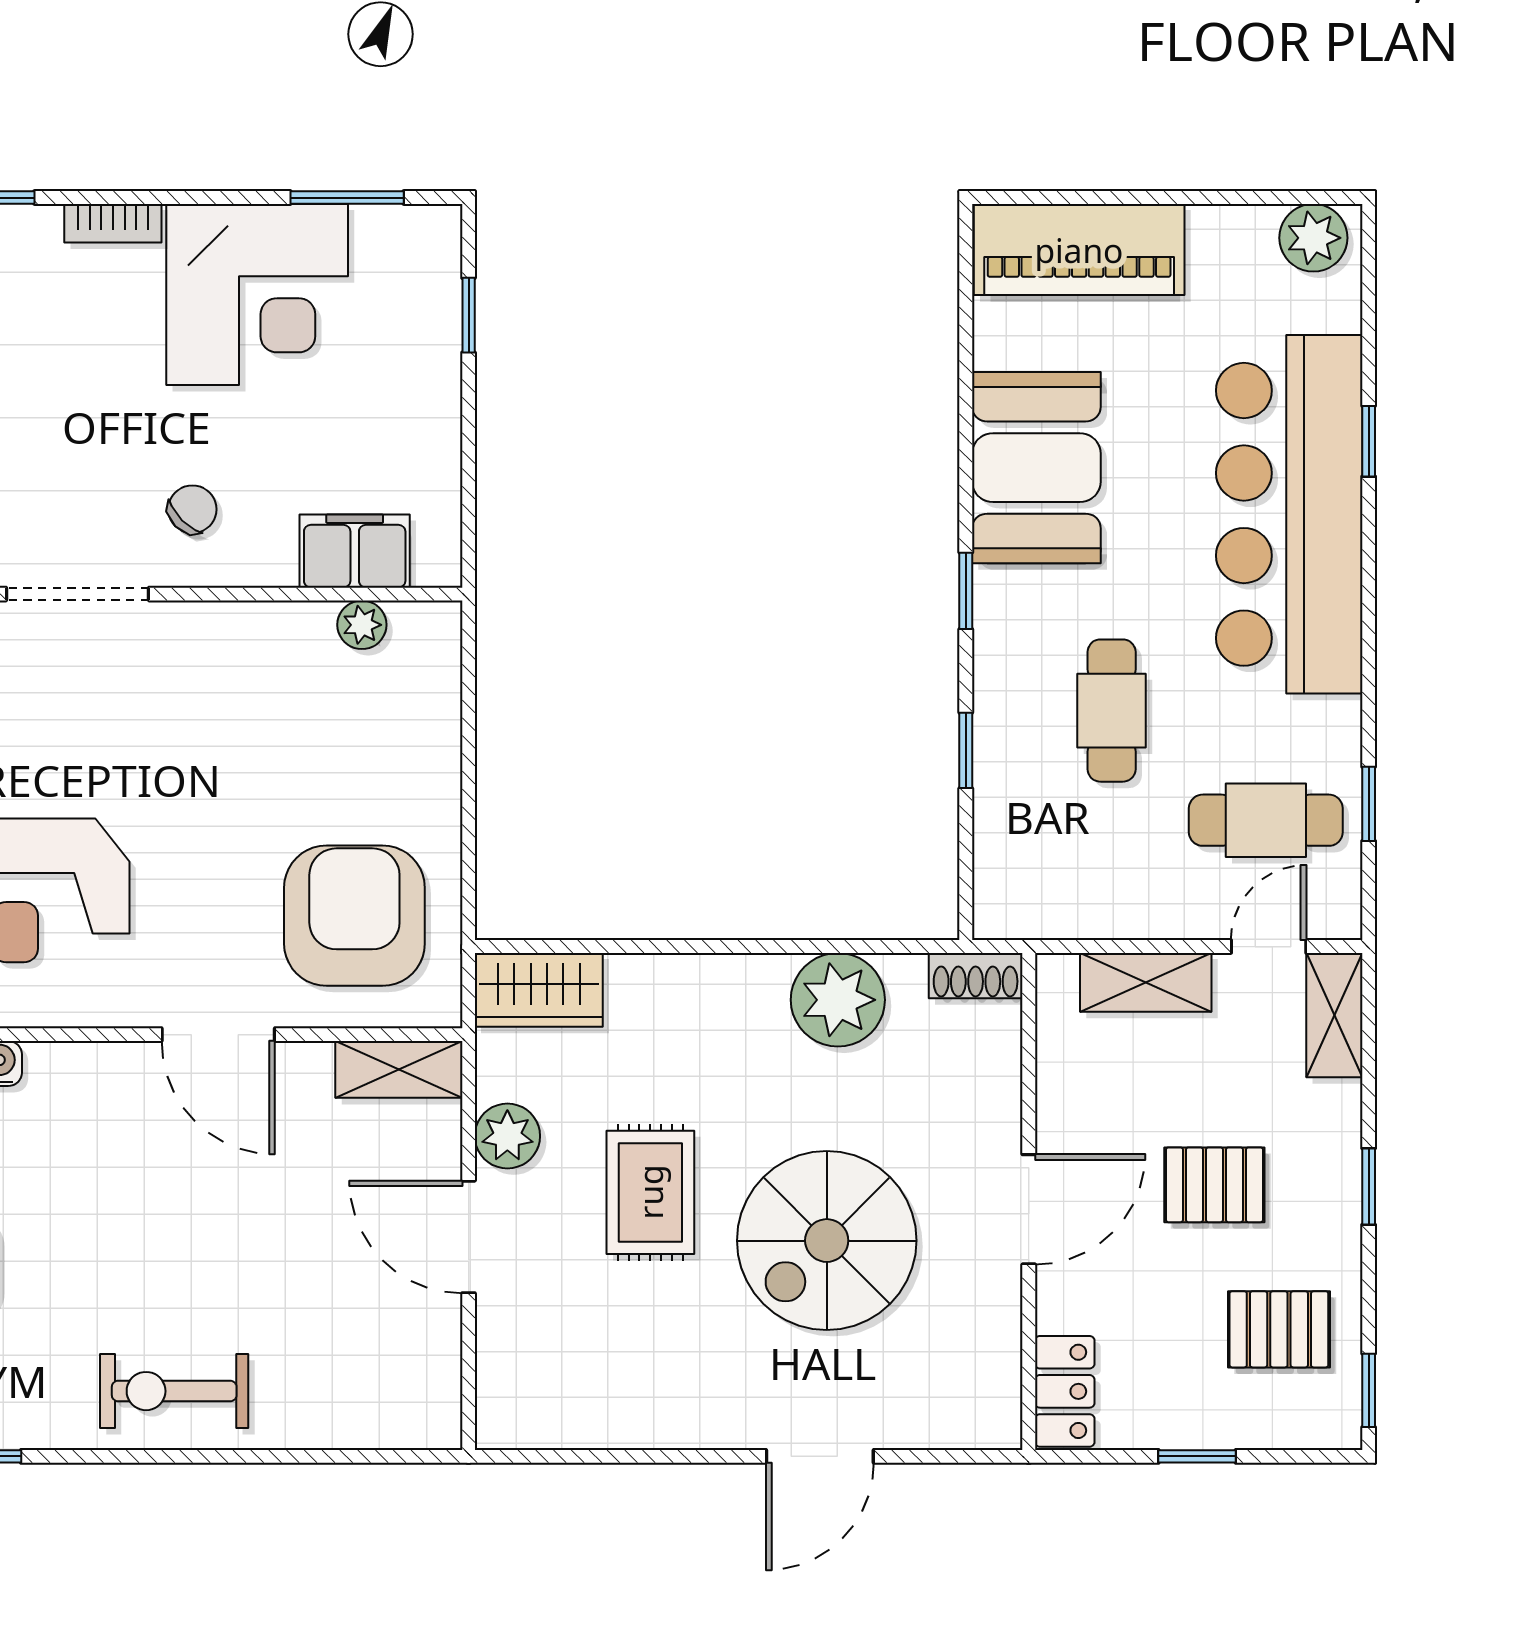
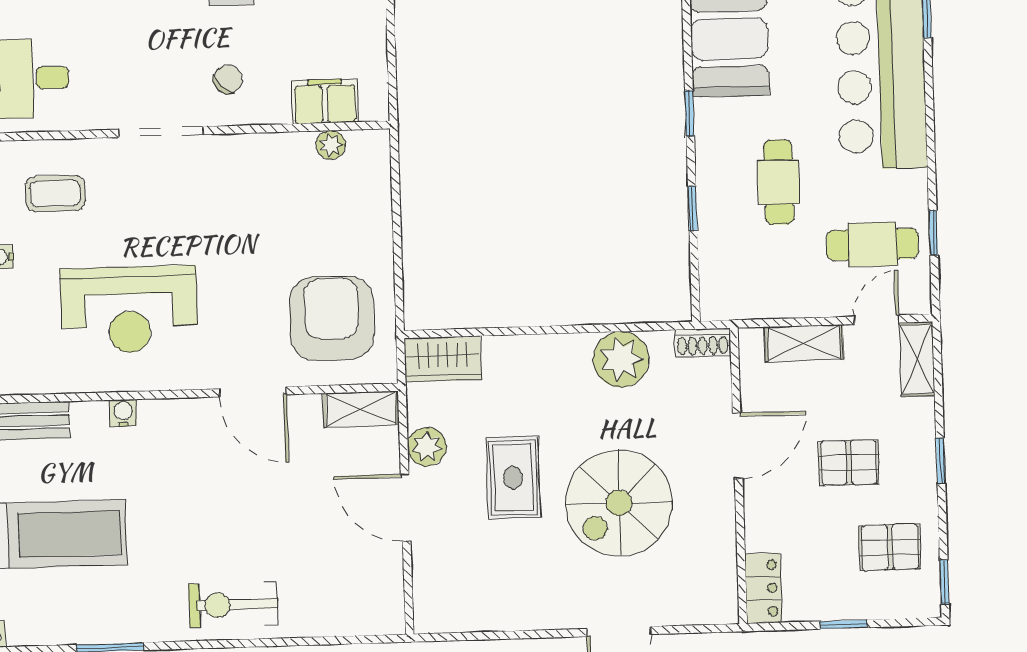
door: (1029, 1209) -> (738, 446), moved

